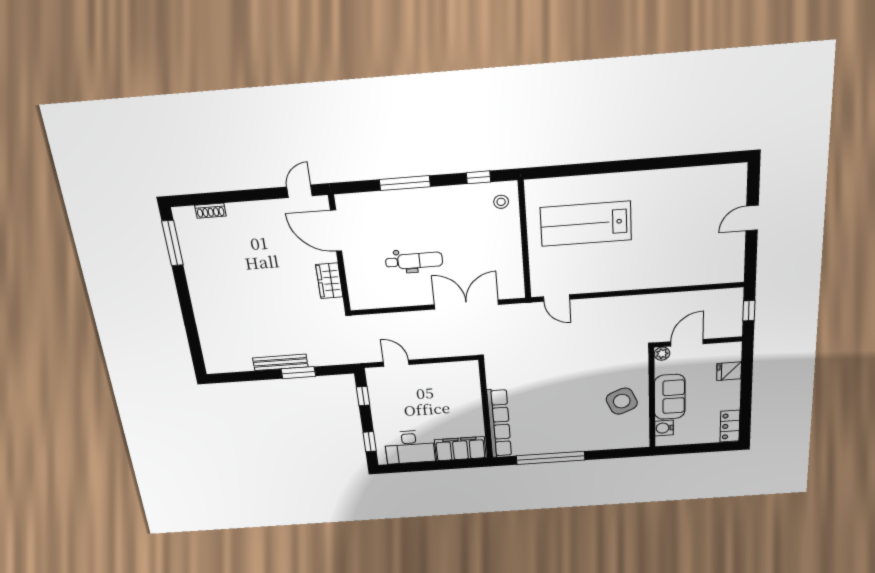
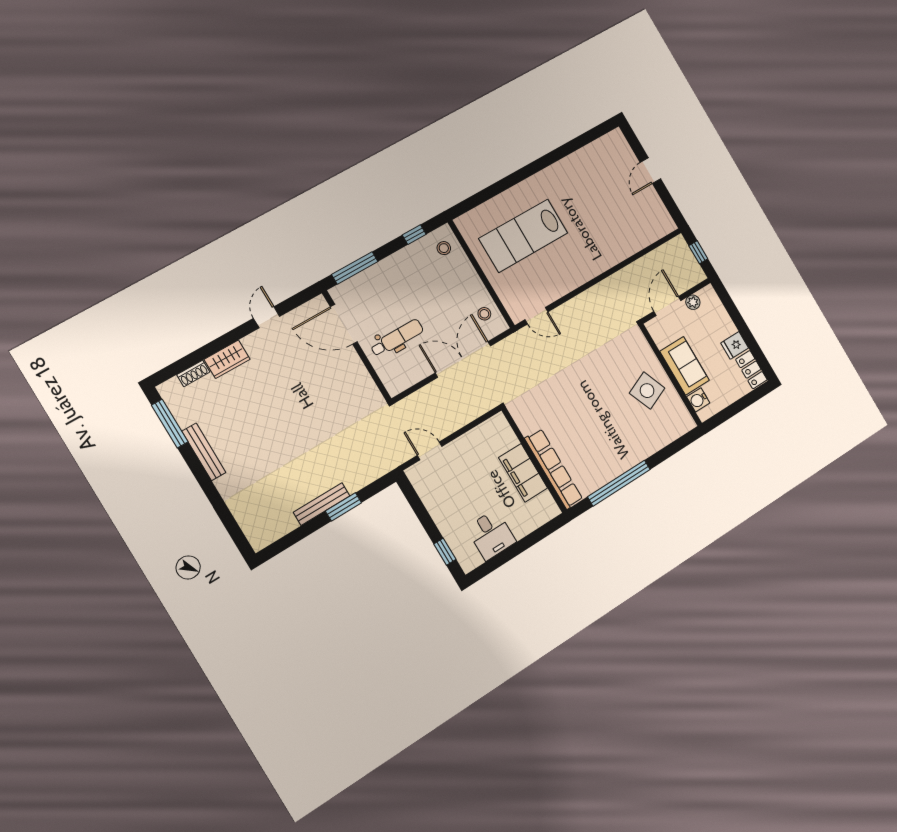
door: (336, 231) -> (344, 324), moved
wall: (339, 254) -> (357, 346), moved
stool: (508, 275) -> (484, 314), added
bench: (194, 279) -> (204, 452), added
wardrobe: (329, 281) -> (227, 359), moved, turned -90
plant: (662, 354) -> (693, 302), moved
fridge: (729, 371) -> (735, 345), moved
window: (363, 396) -> (415, 503), removed
desk: (410, 447) -> (491, 535), width x0.73
filing cabinet: (460, 449) -> (523, 473), moved, turned -90

